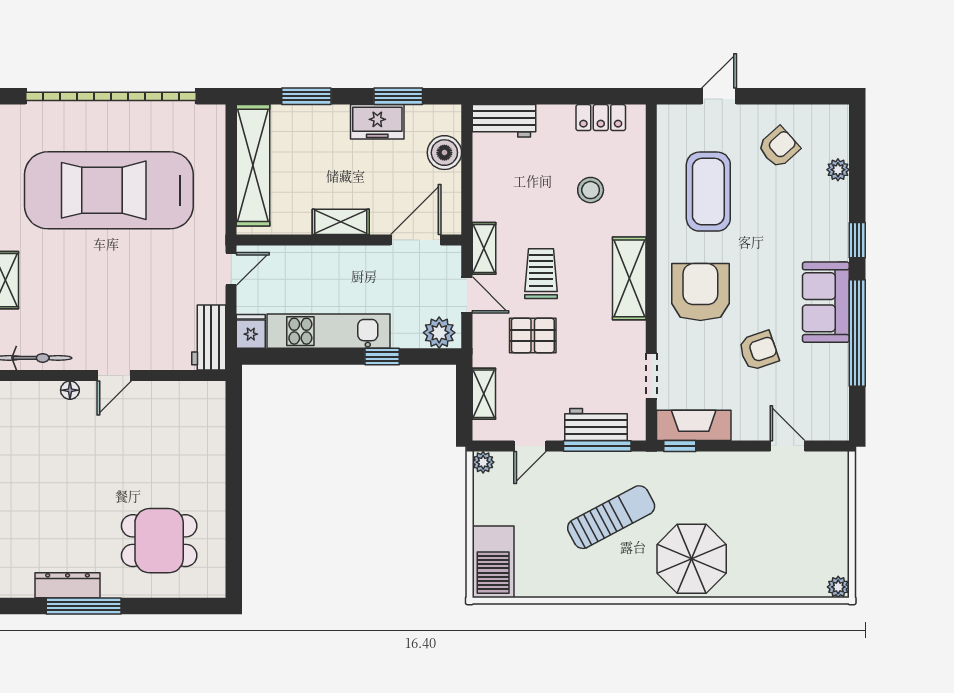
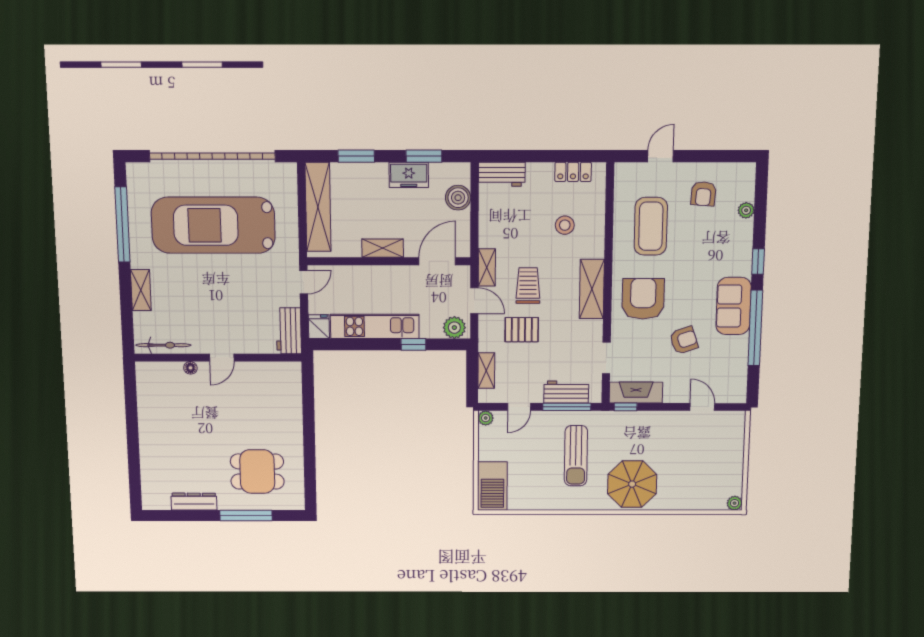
armchair: (779, 147) -> (703, 194), turned 136
sun lounger: (611, 517) -> (576, 456), turned 118
window: (84, 606) -> (246, 515), moved

